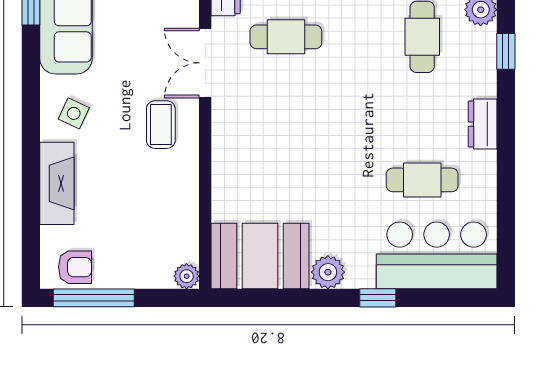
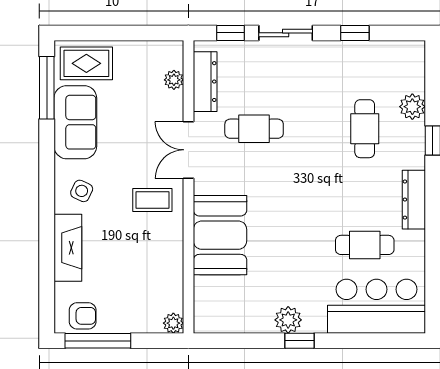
dresser: (483, 124) -> (414, 200), width x1.44
coffee table: (161, 125) -> (152, 200), turned 90
booth: (260, 256) -> (220, 235), moved, turned 90
window: (378, 298) -> (300, 341), moved

